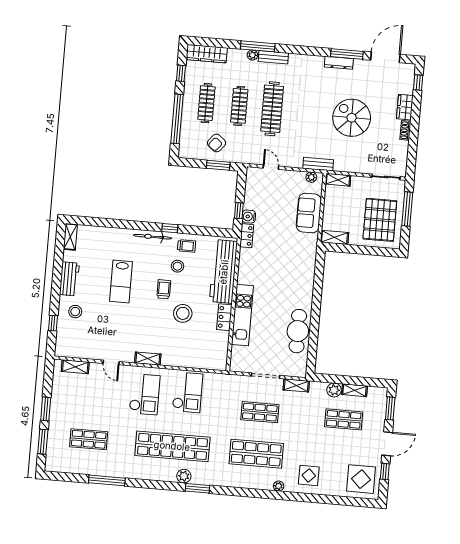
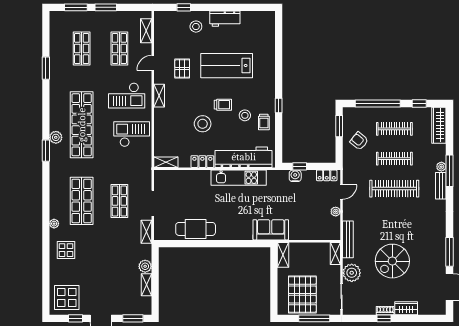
dresser: (339, 63) -> (441, 245), removed
window: (418, 82) -> (384, 318), moved
spiral stairs: (352, 118) -> (392, 261), turned 180
bench: (318, 164) -> (348, 239), width x1.36
plant: (361, 164) -> (352, 273), added
window: (218, 165) -> (339, 126), moved
plant: (311, 177) -> (336, 212), moved
sofa: (309, 213) -> (271, 230), moved
pallet: (380, 220) -> (302, 294), turned 90
locker: (247, 236) -> (327, 175), moved
shelving: (70, 237) -> (166, 162), moved
bicycle: (153, 237) -> (270, 91), removed
lab bench: (121, 282) -> (227, 66), width x1.36, depth x1.39
kitchen unit: (242, 315) -> (239, 178), moved
pallet: (120, 331) -> (182, 69), added
checkout: (187, 392) -> (132, 134), turned 180
shop shelf: (344, 419) -> (119, 49), moved
window: (107, 480) -> (46, 68), width x0.69

